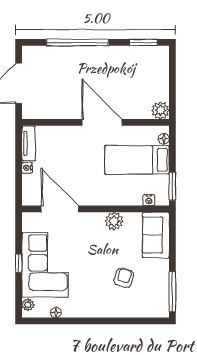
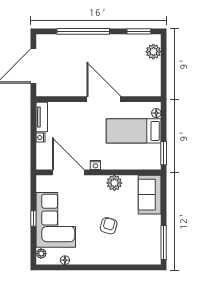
plant: (160, 110) -> (153, 52), moved
nightstand: (149, 200) -> (95, 165), moved
armchair: (124, 278) -> (109, 226), moved

